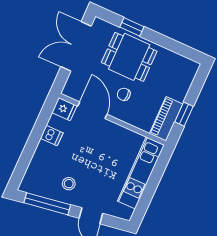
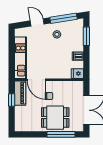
window: (132, 27) -> (61, 134), width x2.17
door: (92, 110) -> (36, 80), moved
window: (25, 160) -> (86, 36), added

